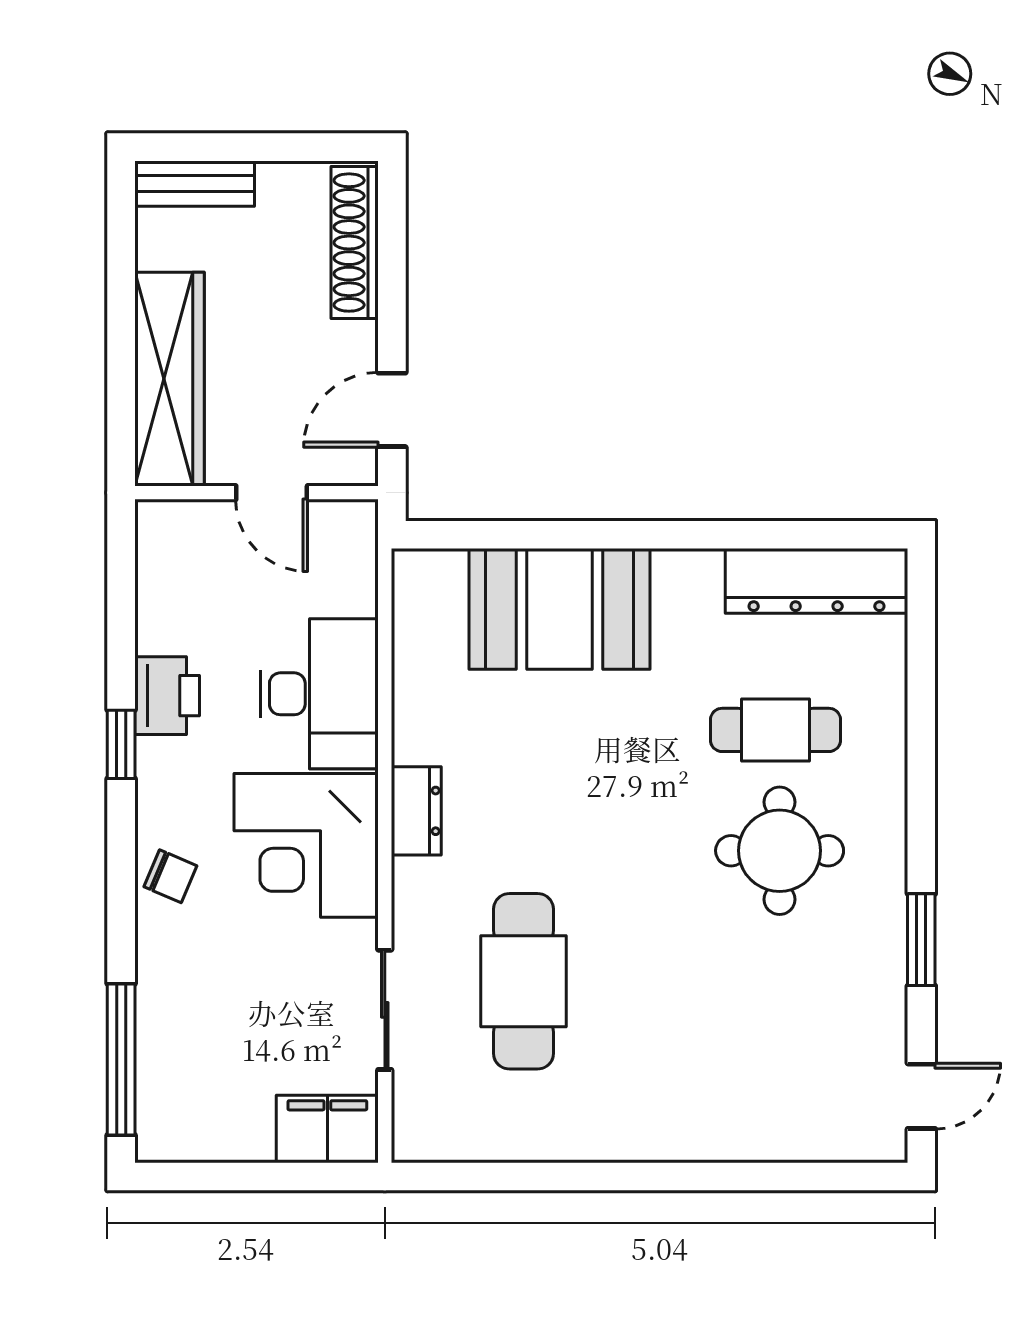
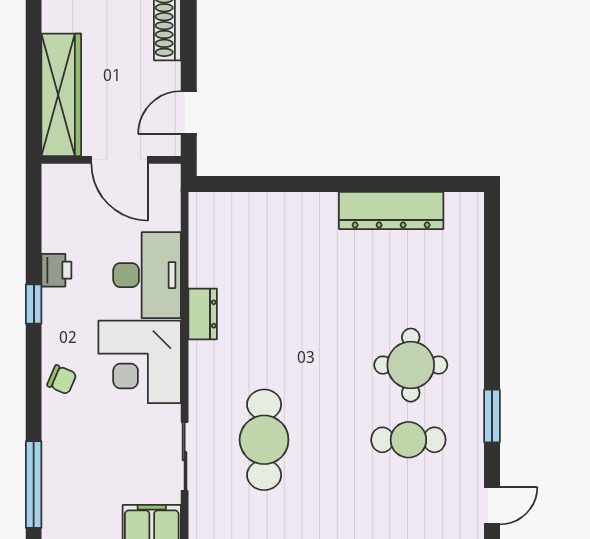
door: (272, 493) -> (120, 160), width x1.38
dresser: (817, 581) -> (391, 210), moved
booth: (559, 609) -> (285, 227), removed
printer: (167, 696) -> (56, 270), width x0.73, depth x0.81
cafe table: (775, 730) -> (408, 440), moved
dresser: (416, 811) -> (203, 314), moved

